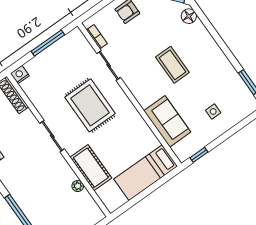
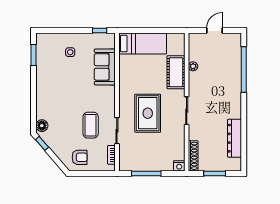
coffee table: (172, 65) -> (91, 125), moved

